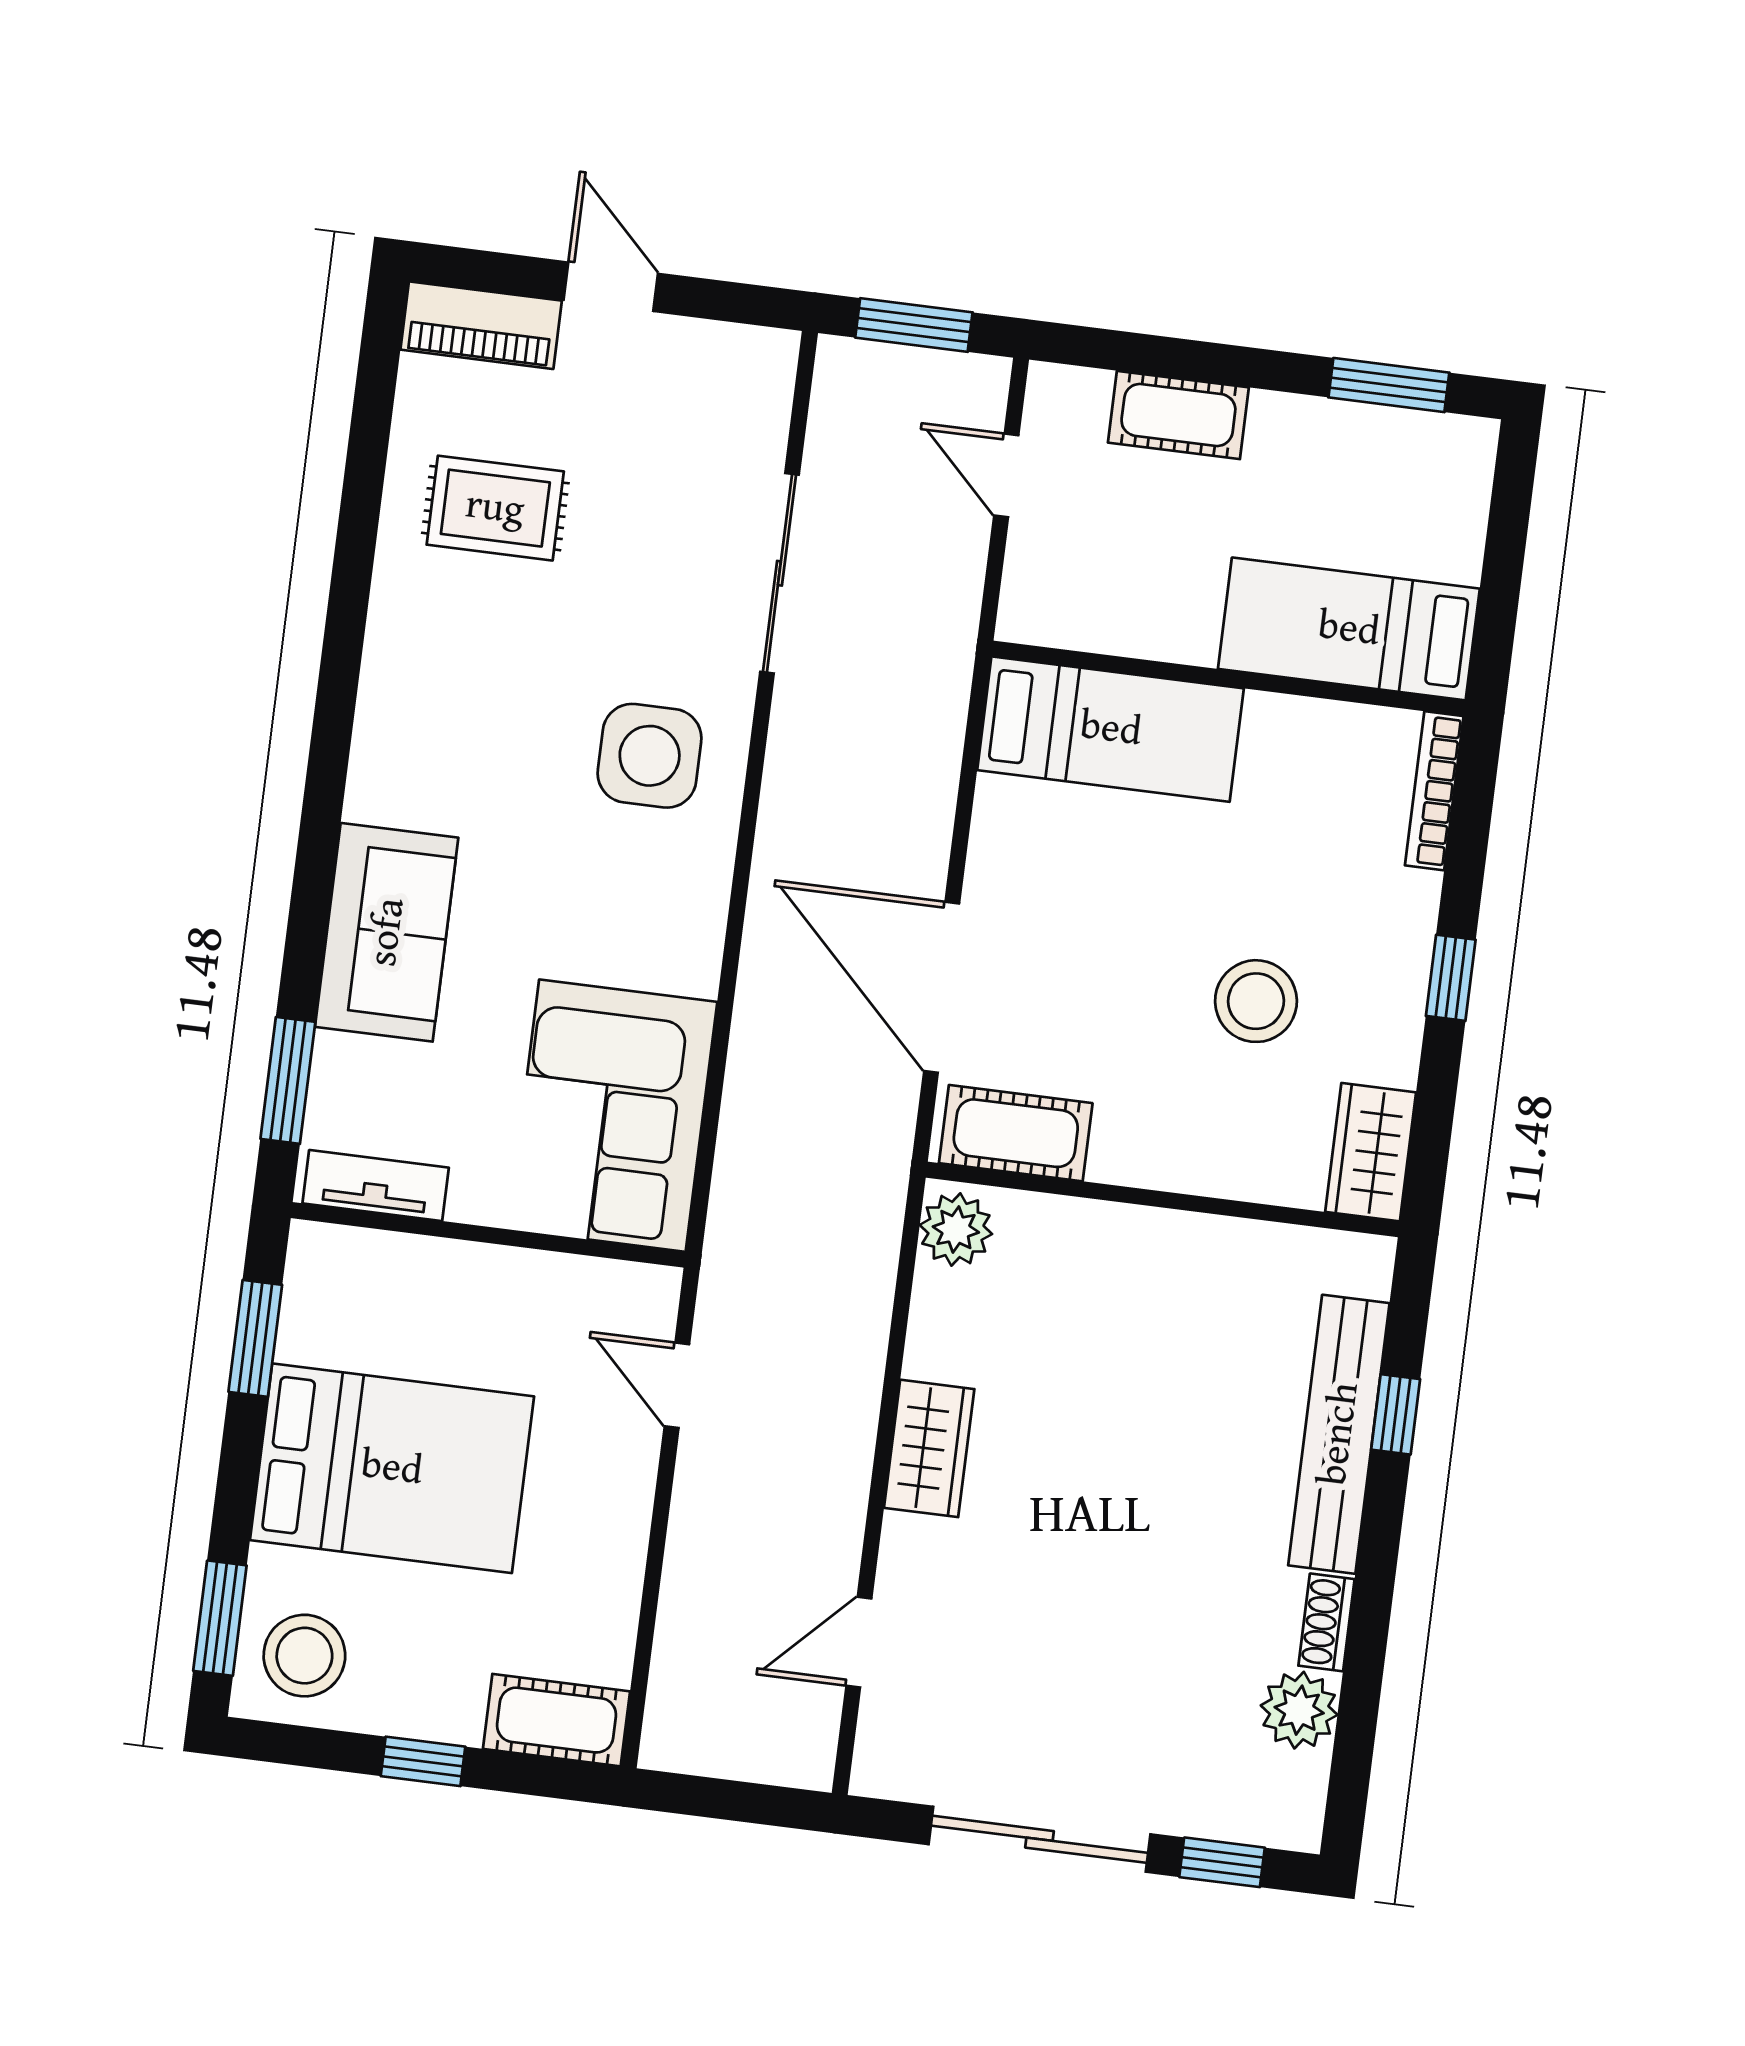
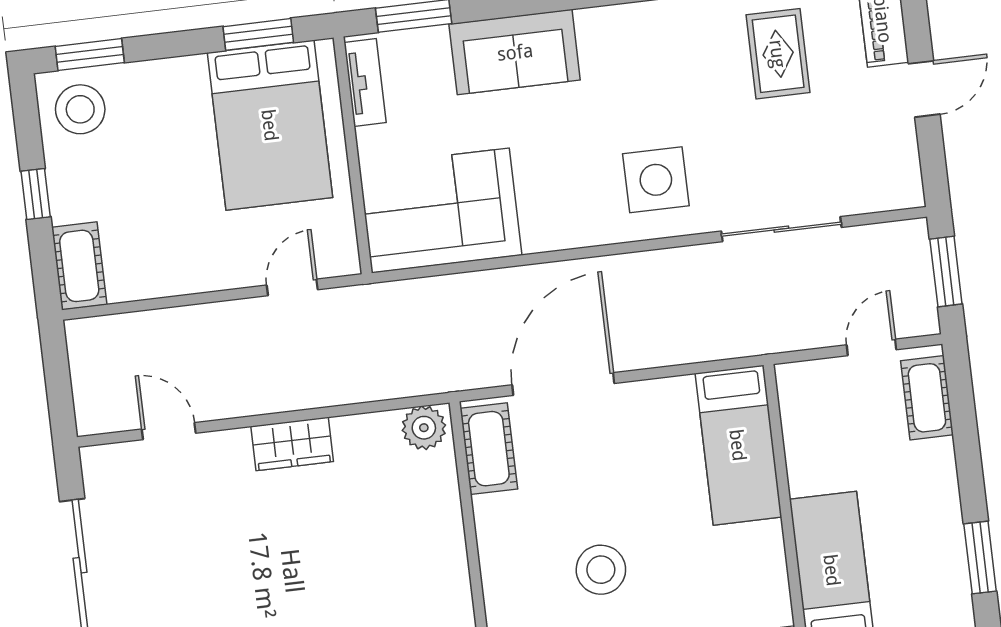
cot: (1178, 415) -> (927, 398), moved
bed: (392, 1468) -> (270, 125), moved

